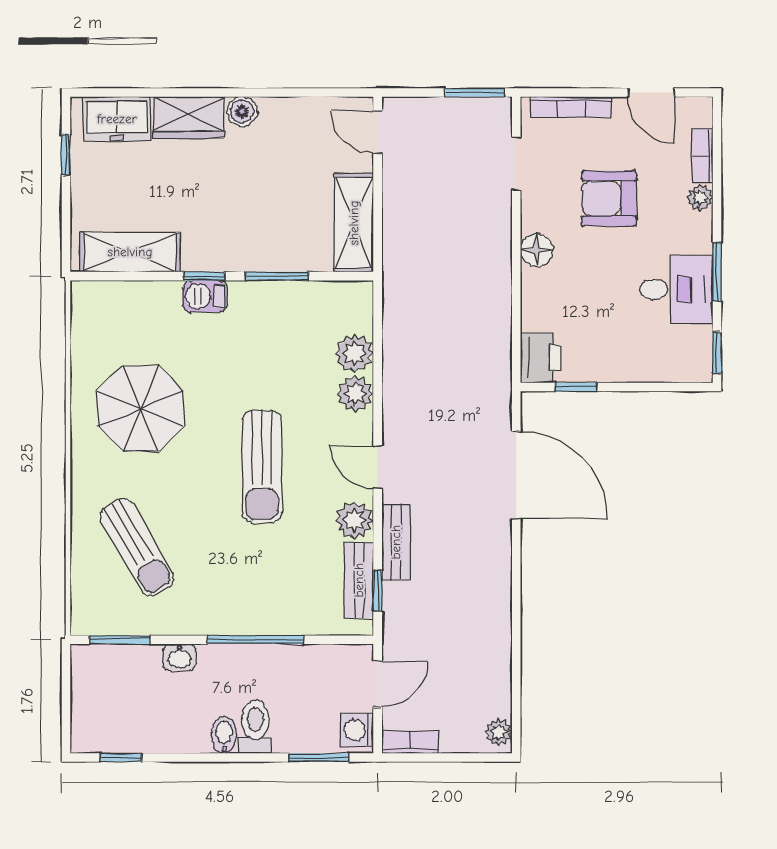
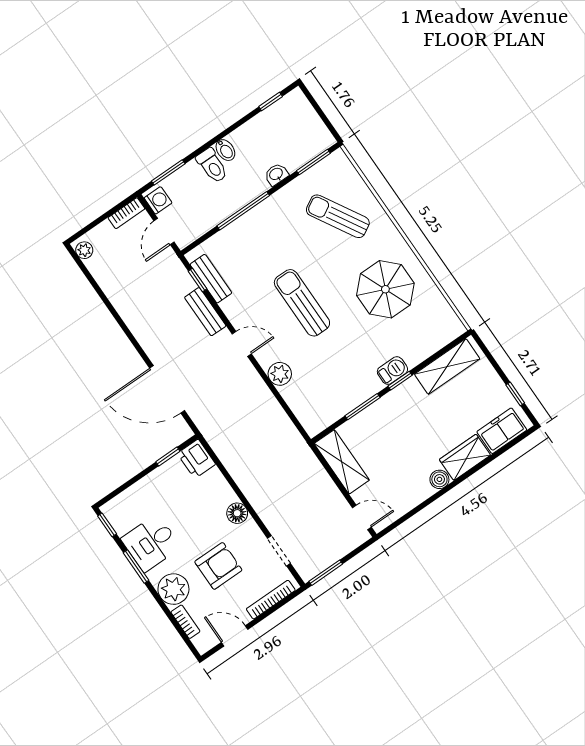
plant: (700, 197) -> (173, 589), width x1.88, depth x1.88
plant: (354, 353) -> (295, 394), removed
plant: (354, 520) -> (235, 308), removed

